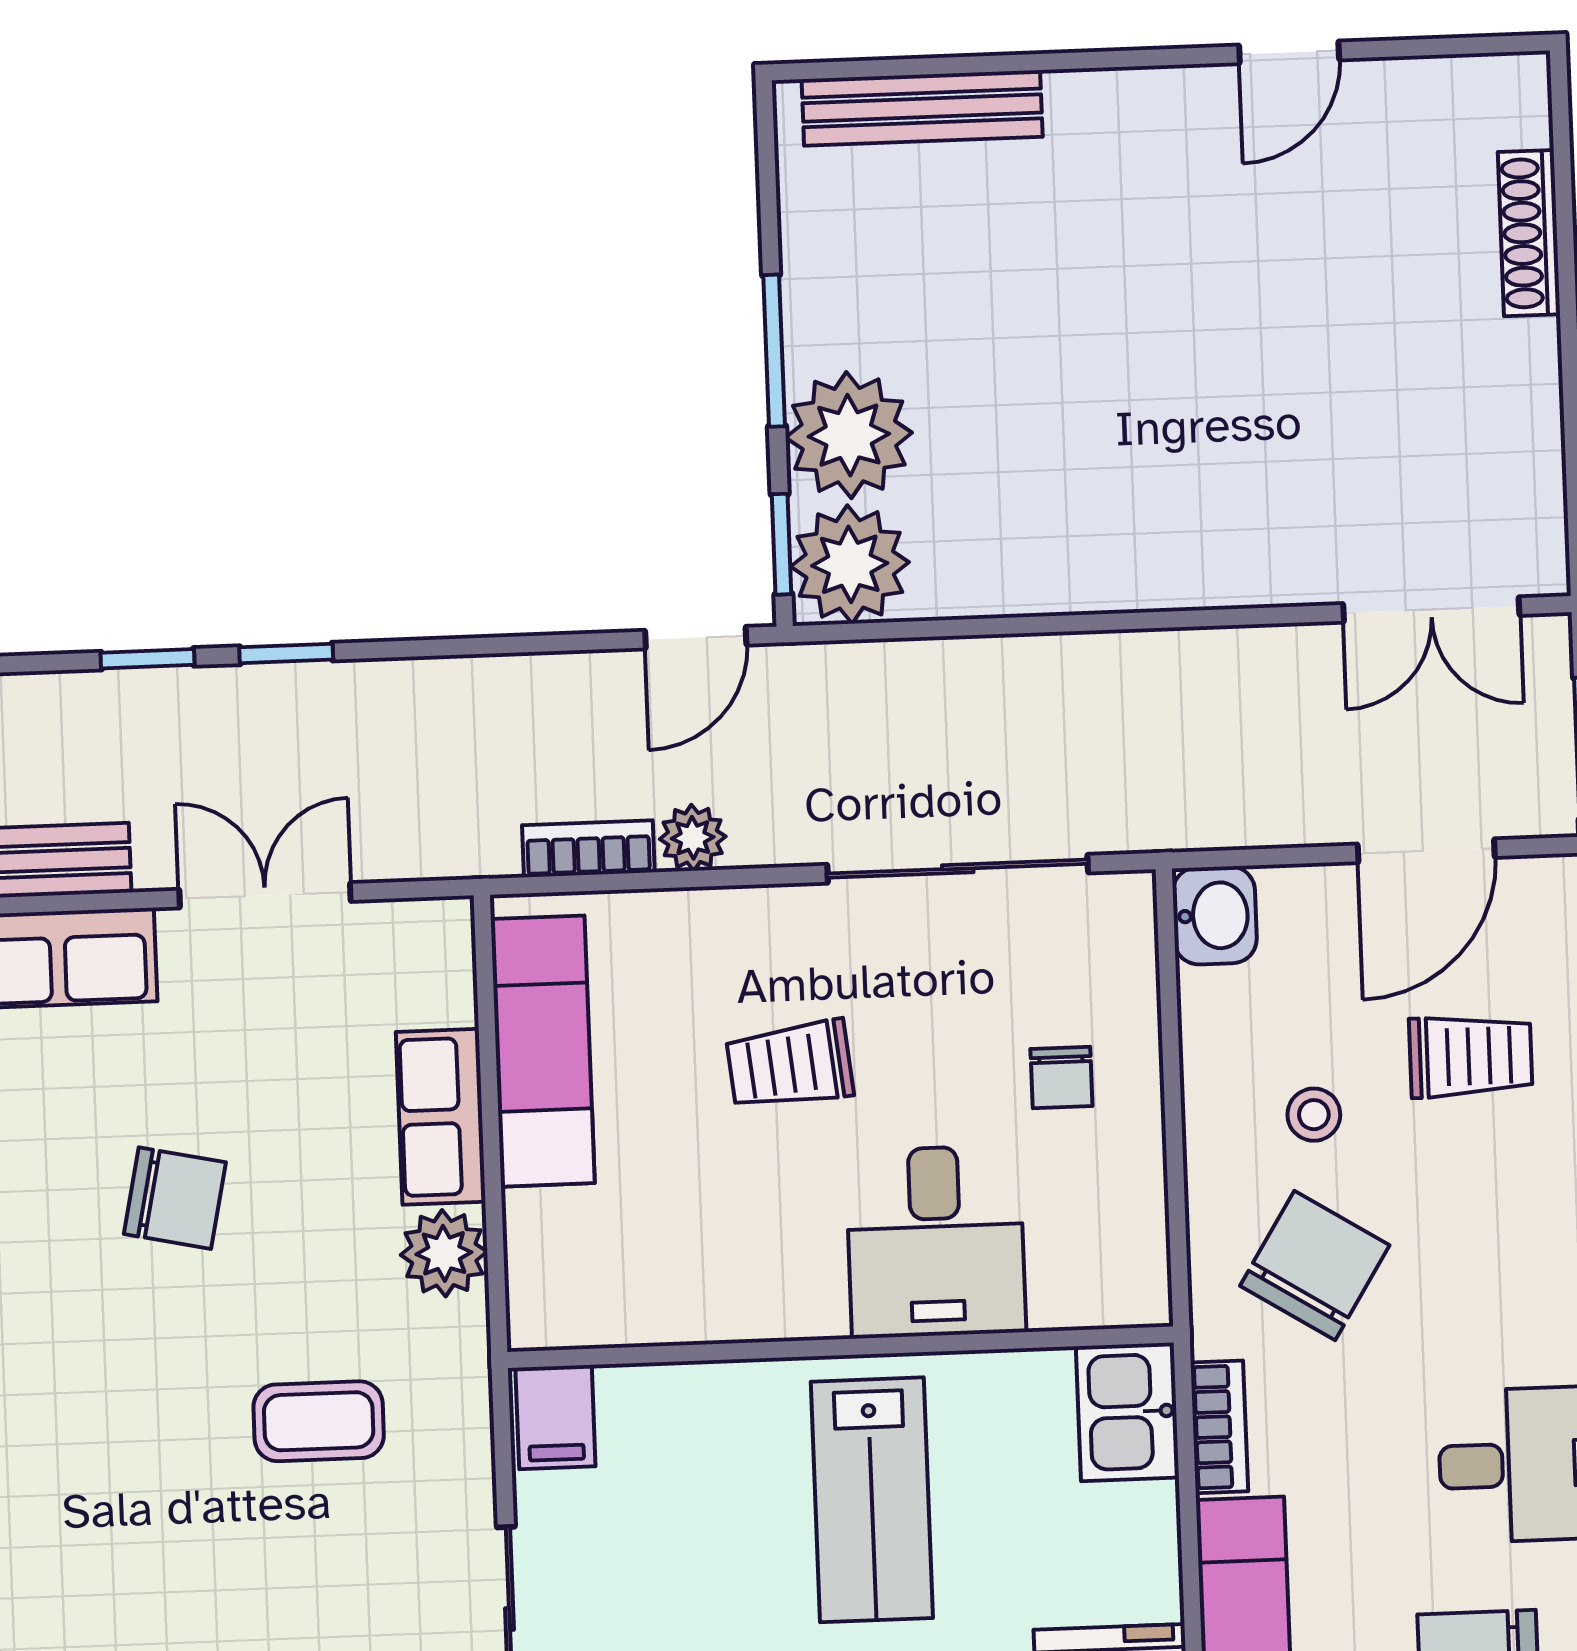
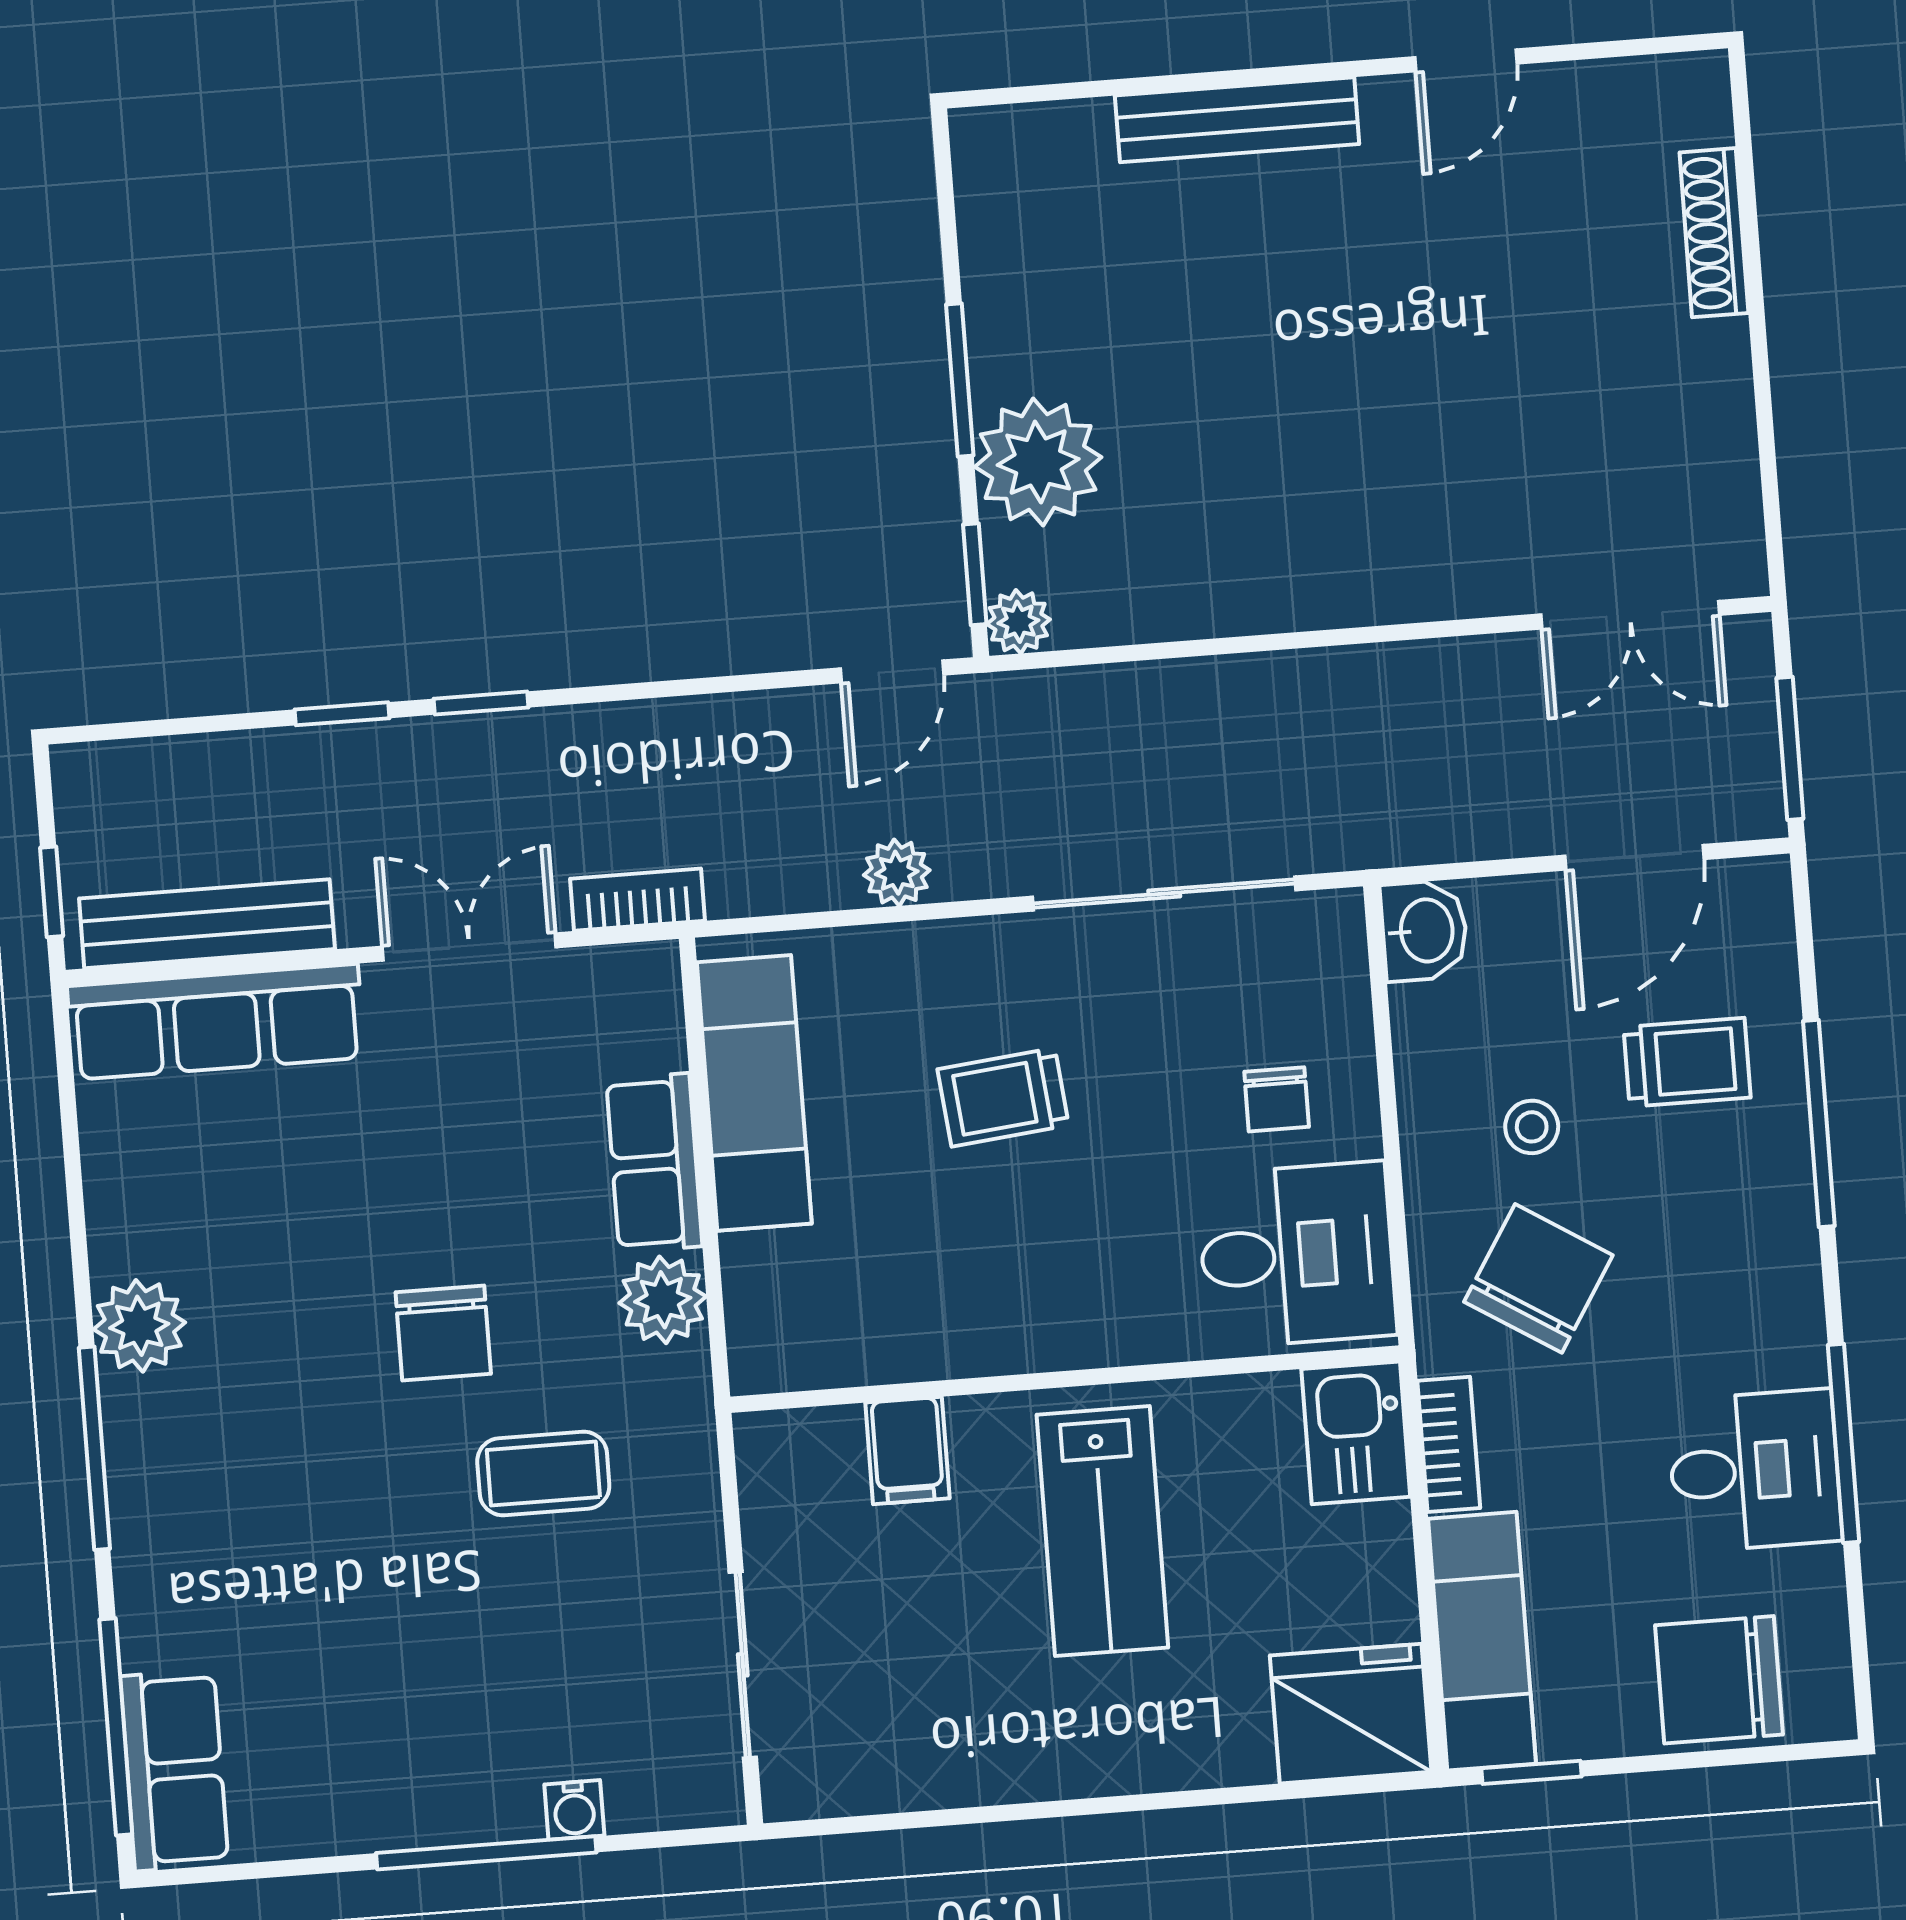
bench: (922, 108) -> (1237, 120), moved
plant: (850, 564) -> (1018, 622), width x0.53, depth x0.53
bookcase: (588, 849) -> (637, 900), moved
chair: (175, 1198) -> (443, 1333), moved, turned 78
desk: (936, 1242) -> (1297, 1255), moved, turned -90
filing cabinet: (555, 1417) -> (907, 1450), moved

